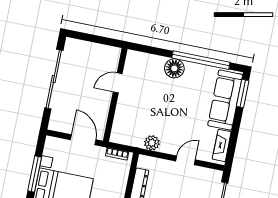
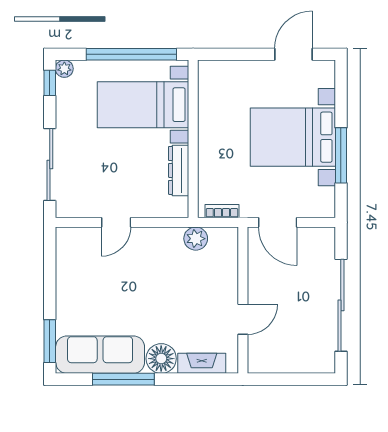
window: (201, 60) -> (123, 379), width x0.68
sofa: (225, 100) -> (100, 355), moved, turned -90
plant: (152, 143) -> (196, 239), moved
fireplace: (222, 145) -> (202, 363), moved, turned -90

